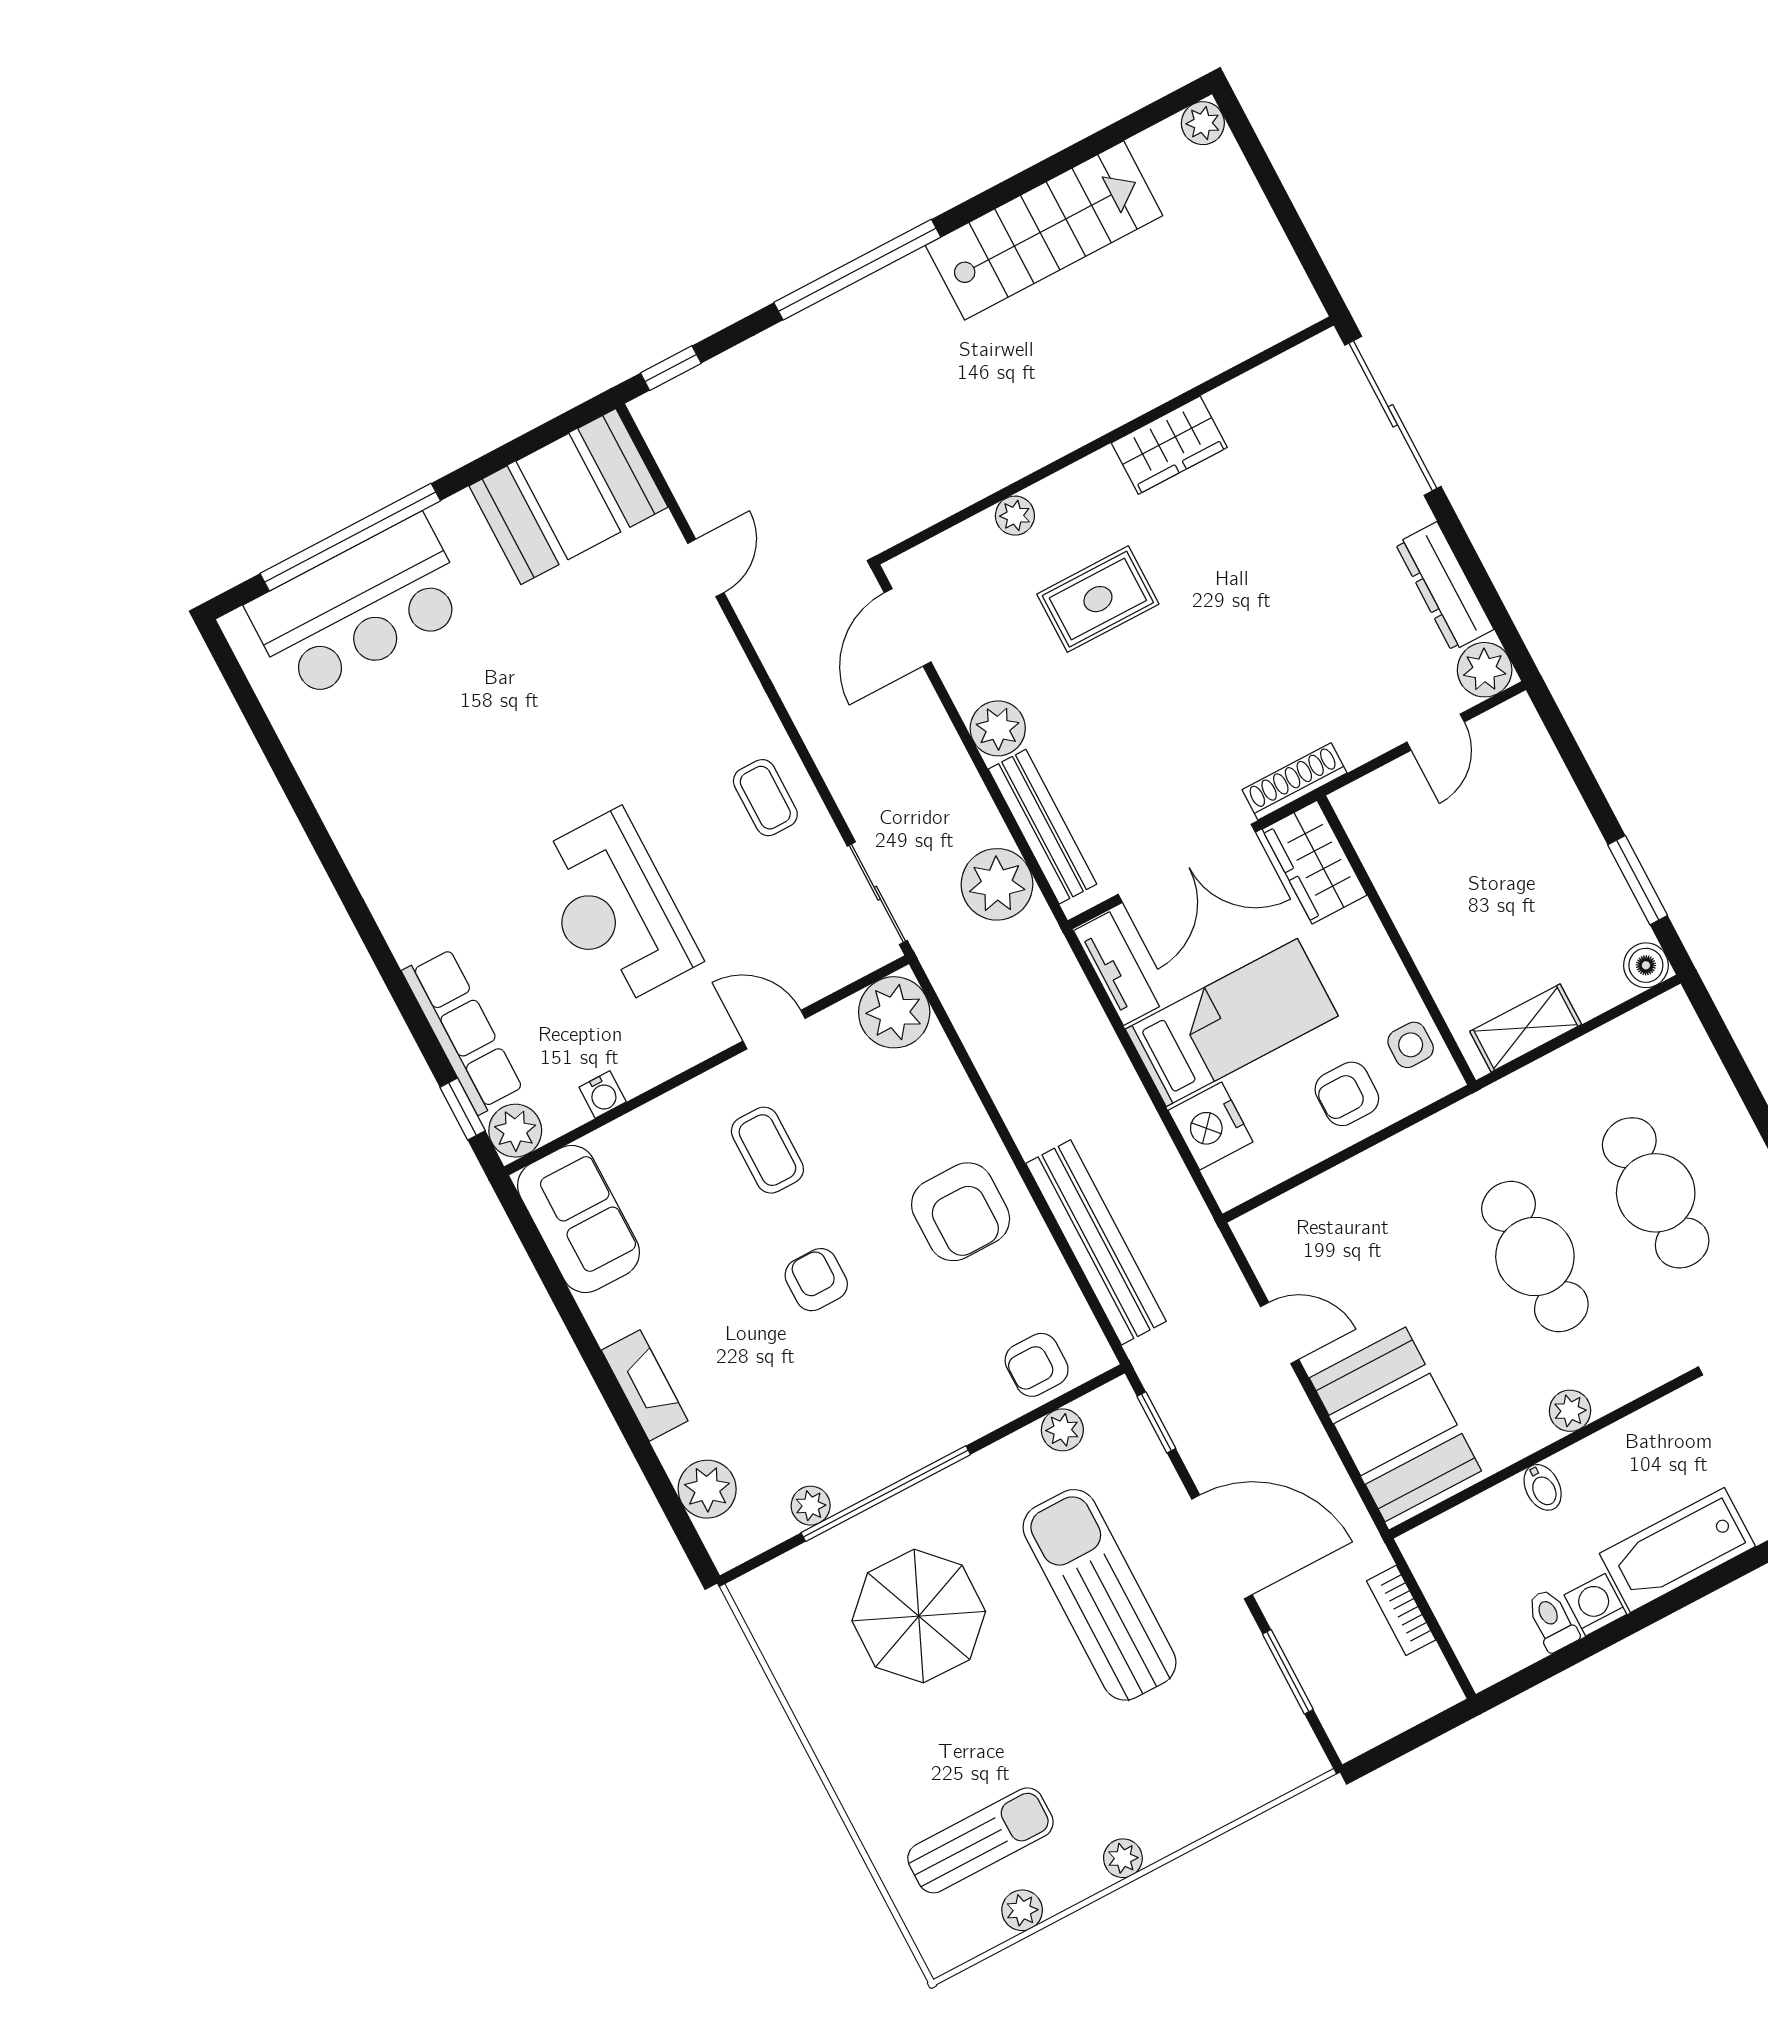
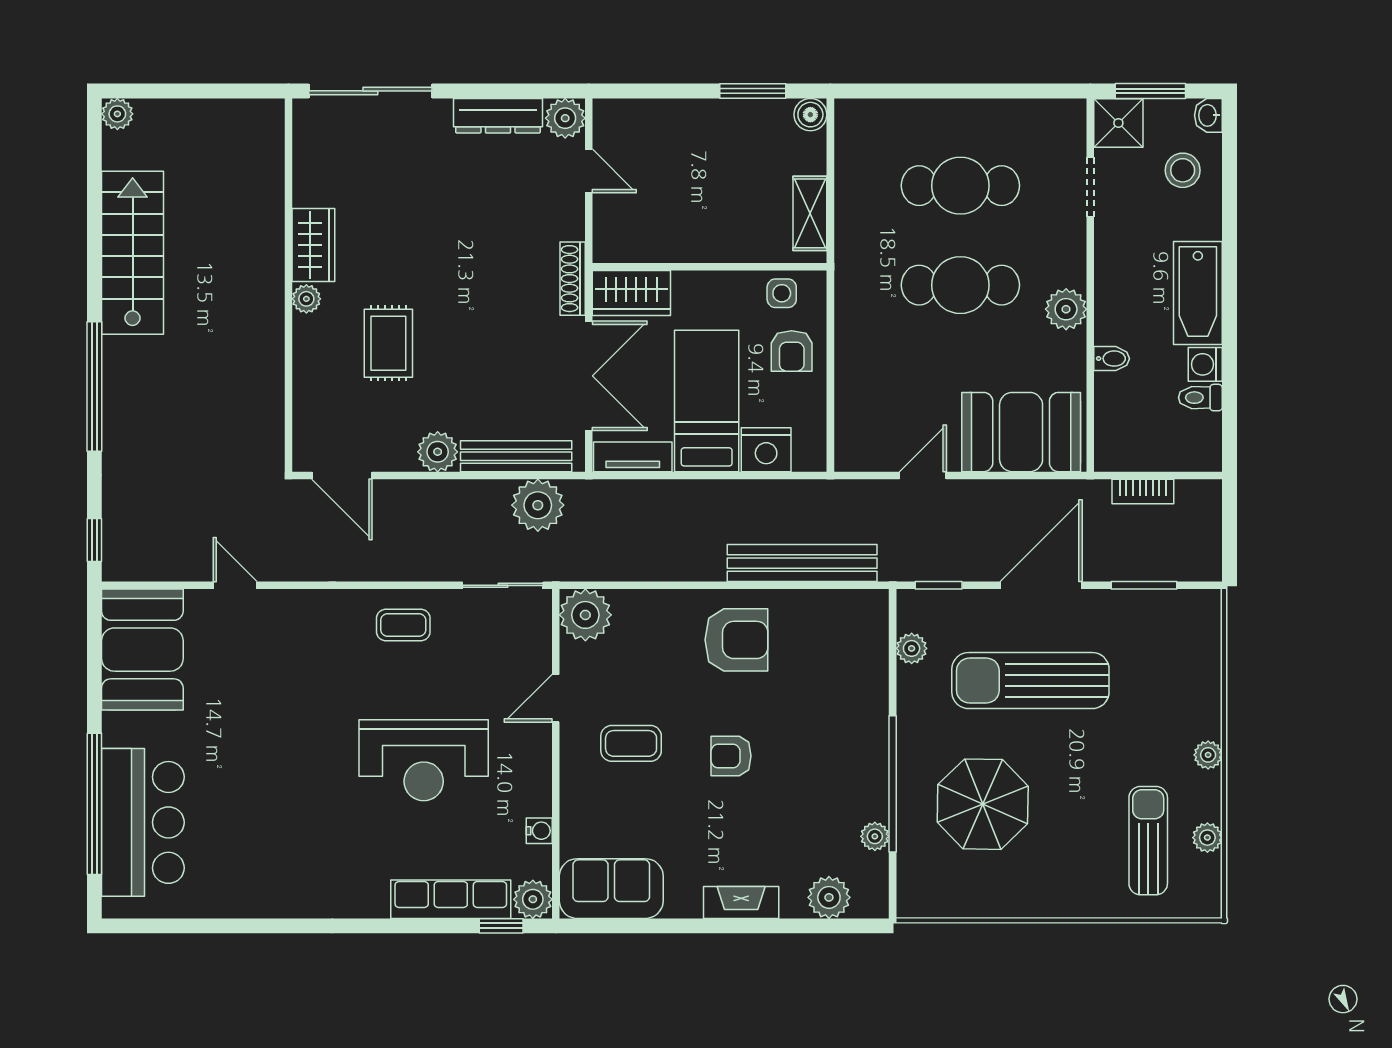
plant: (1015, 516) -> (306, 299), moved
armchair: (1037, 1365) -> (861, 643), removed
plant: (1570, 1411) -> (1066, 309), width x1.38, depth x1.38

